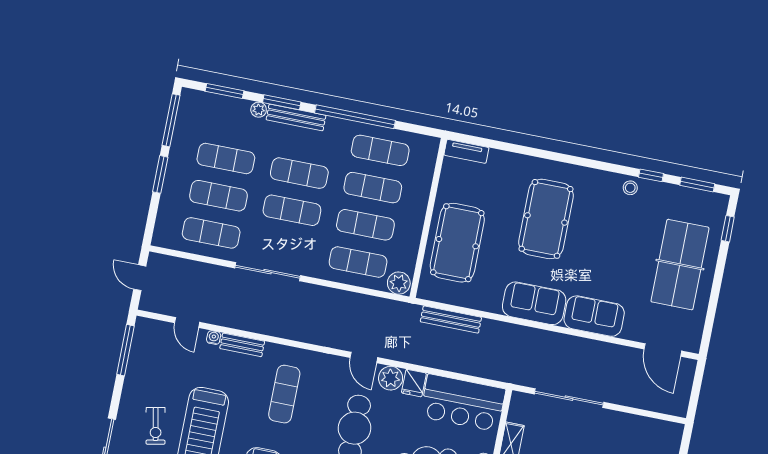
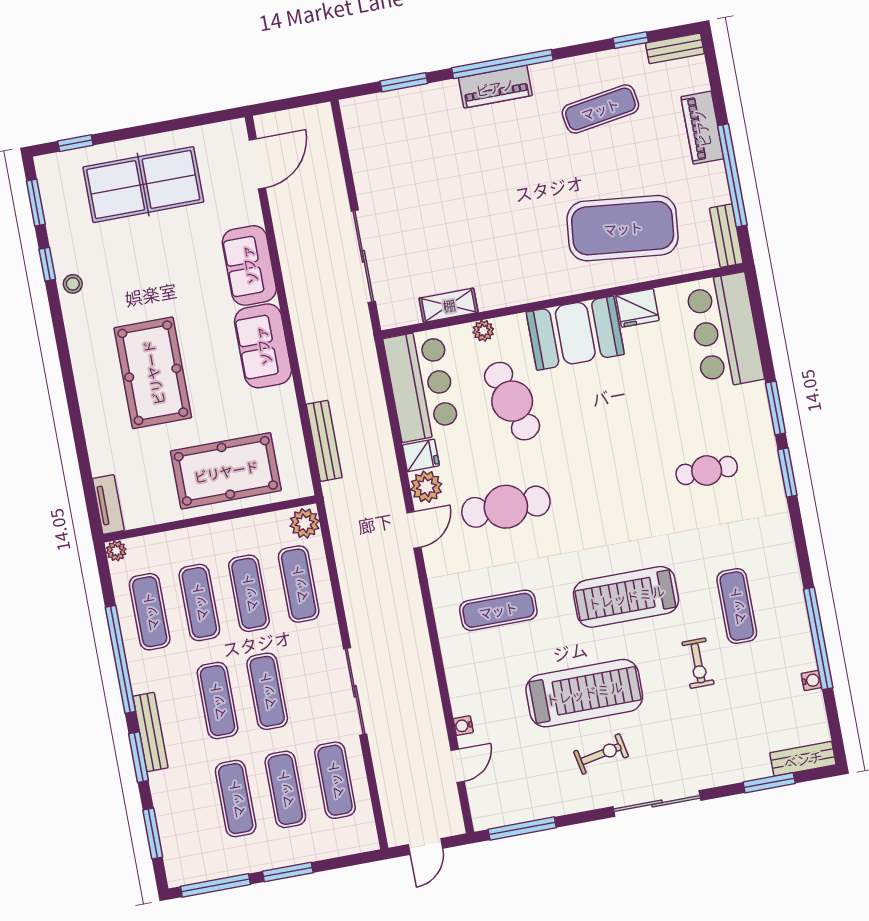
plant: (259, 110) -> (116, 551), moved
pool table: (546, 219) -> (153, 373), turned 90
bench: (242, 345) -> (458, 687), removed

